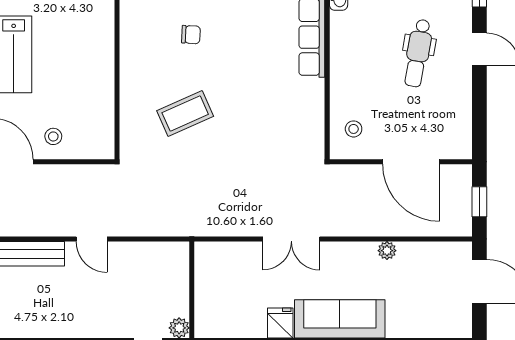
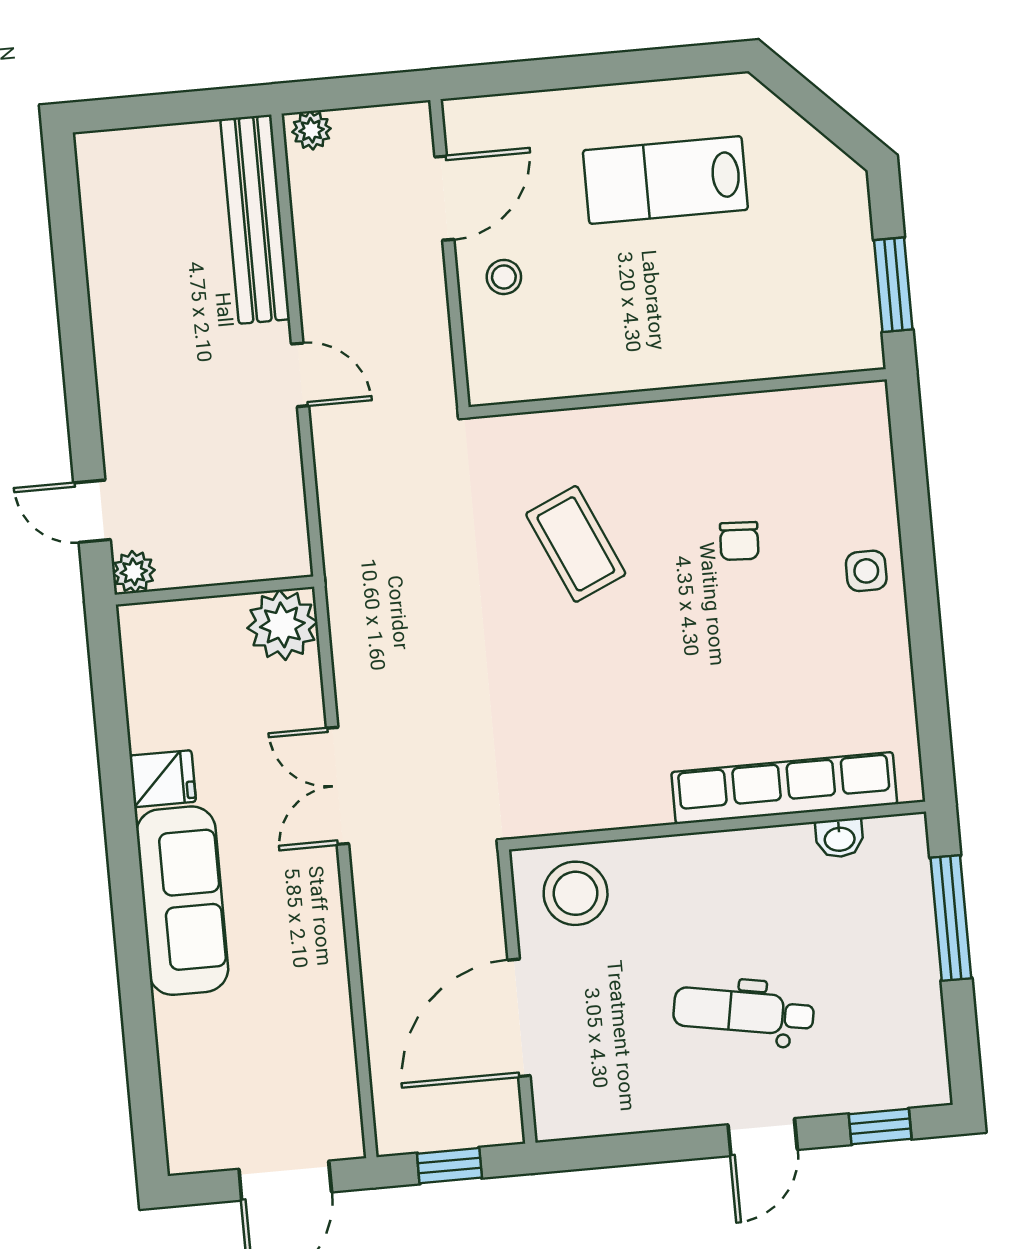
stool: (354, 129) -> (576, 893), width x1.89, depth x1.89
door: (92, 239) -> (300, 375), swing flipped
plant: (387, 251) -> (282, 625), moved, width x1.88, depth x1.88

